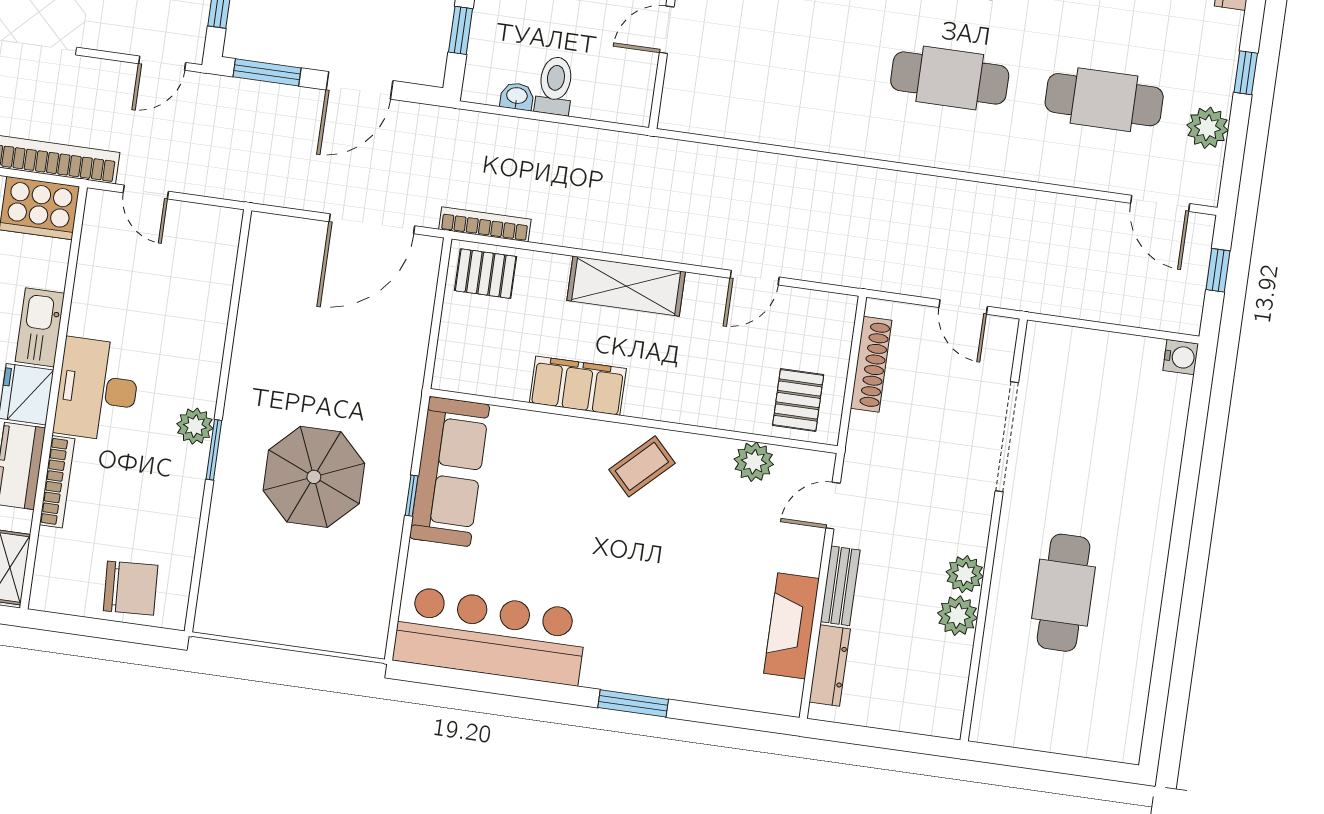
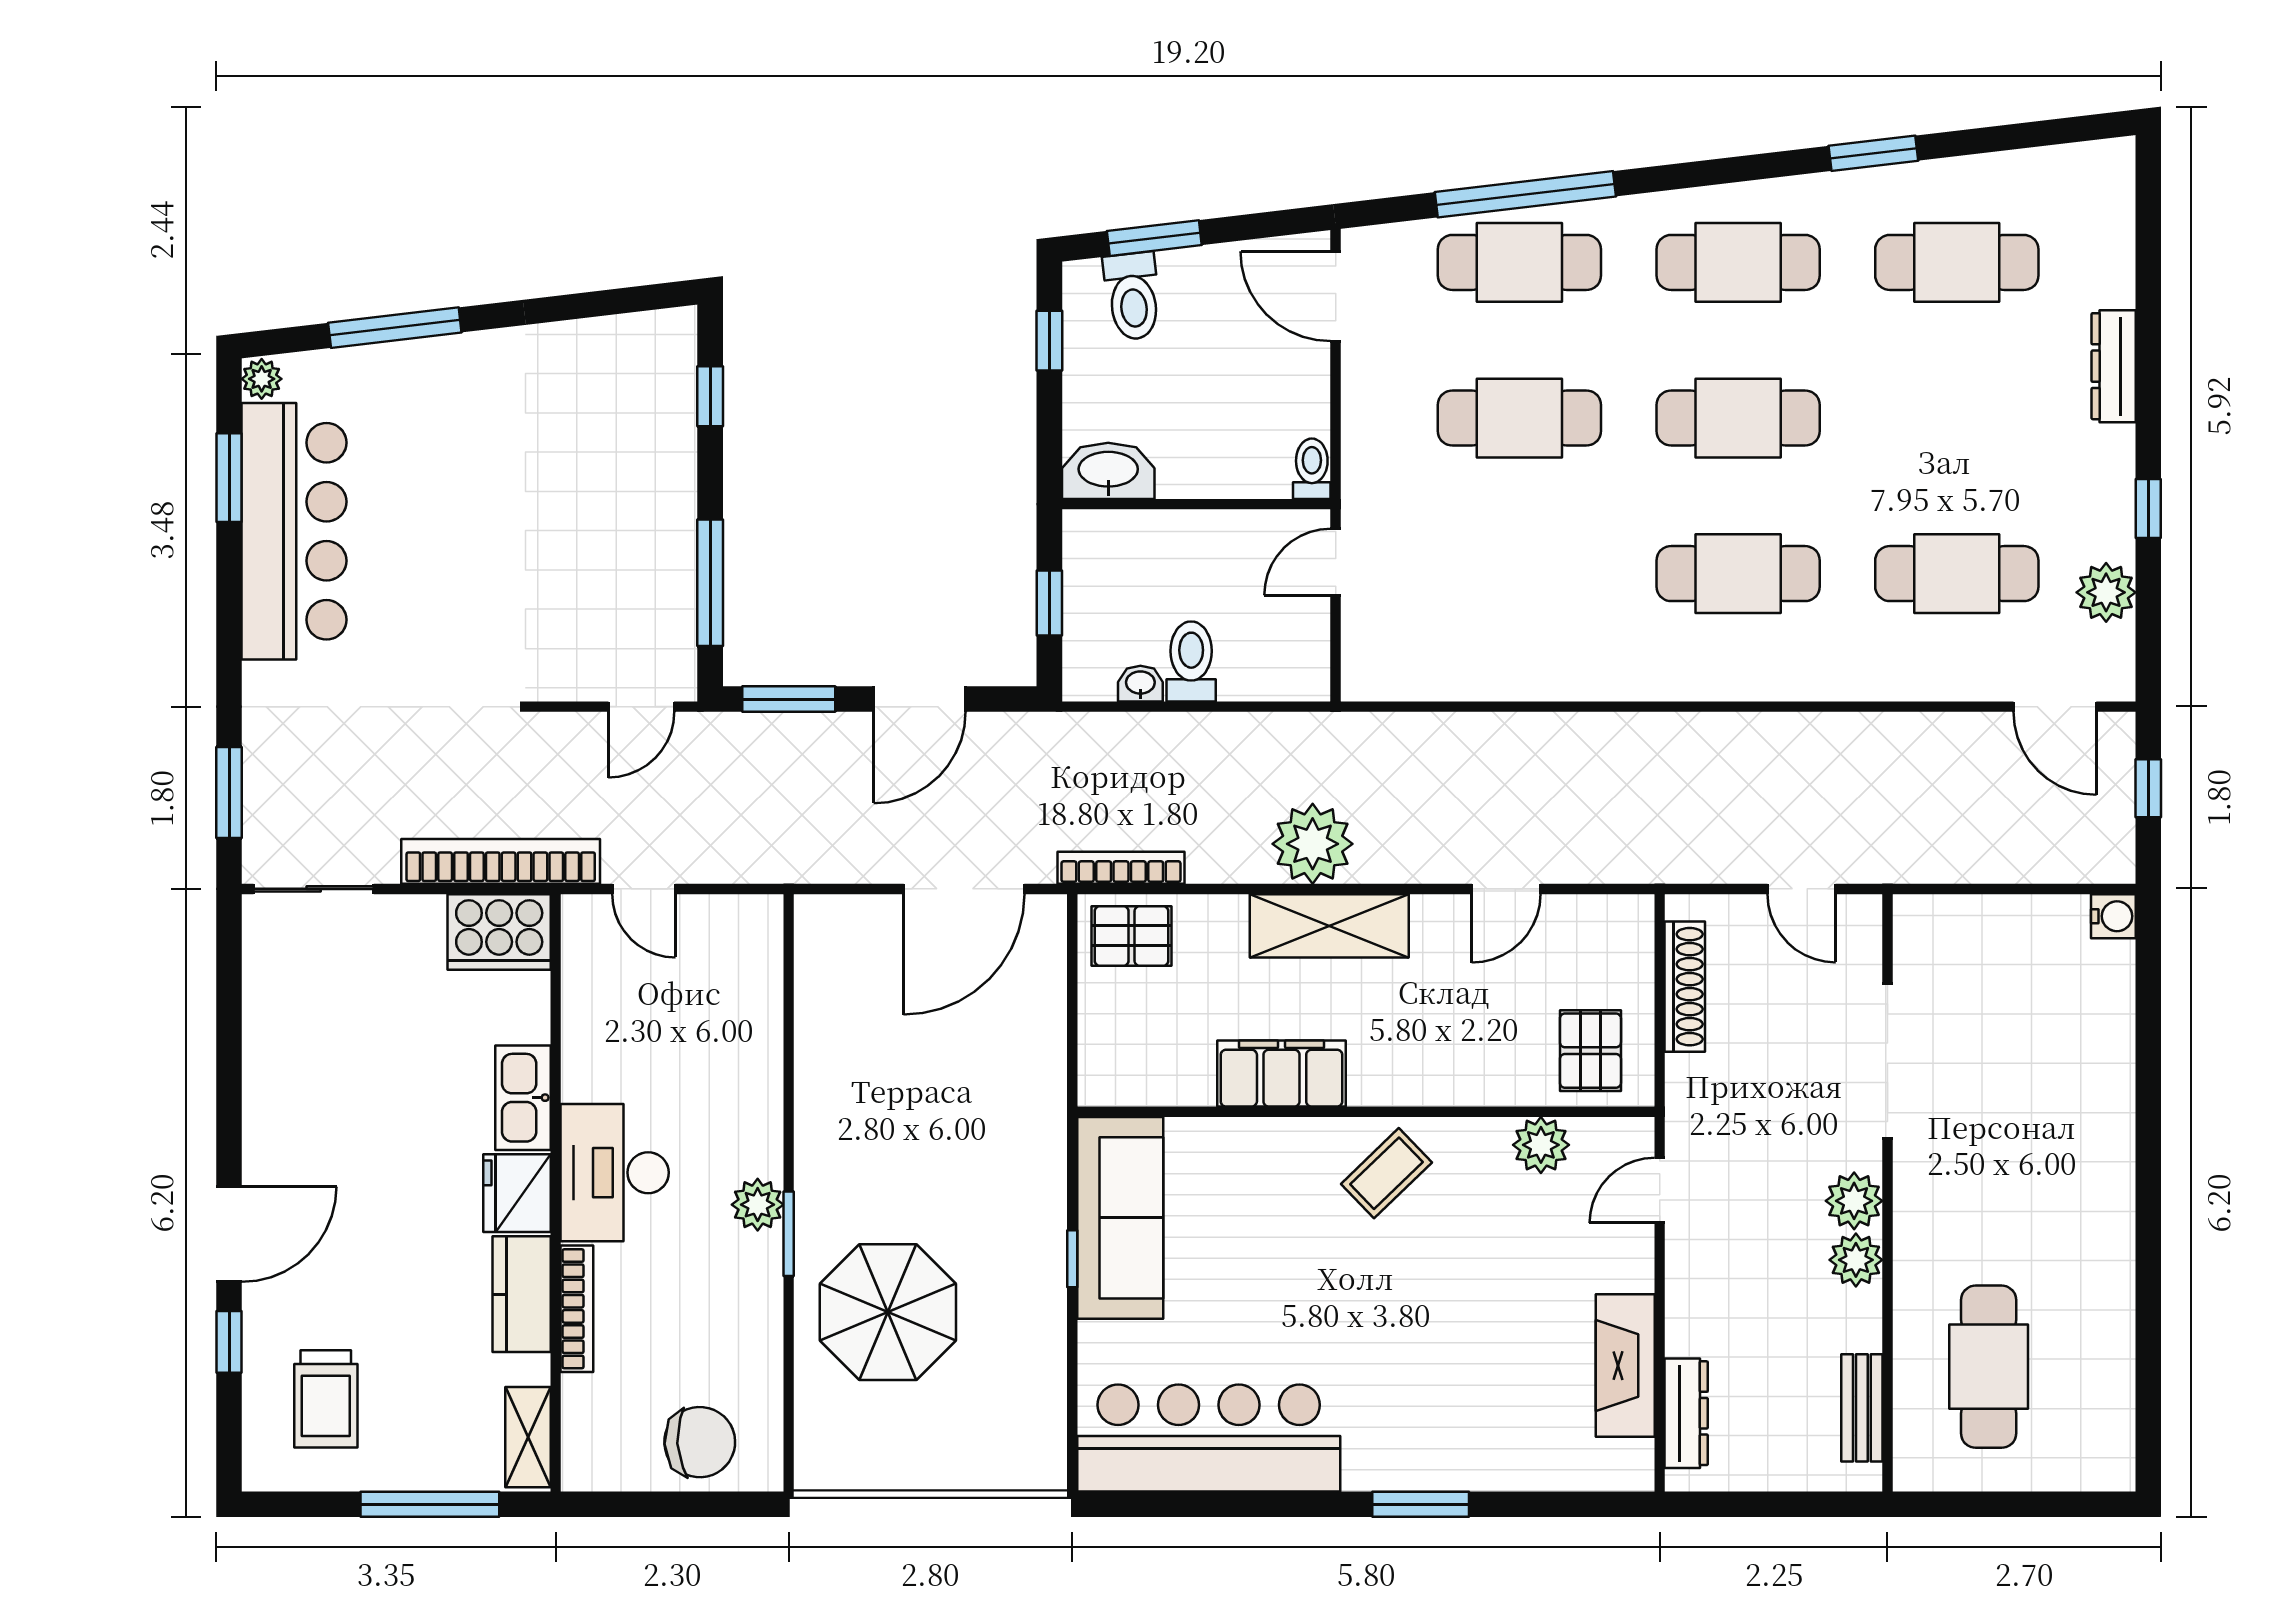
plant: (622, 226) -> (1313, 844), added
parasol: (314, 477) -> (888, 1312), moved
bench: (840, 586) -> (1862, 1408), moved
cafe table: (1064, 593) -> (1989, 1367), moved
plant: (958, 616) -> (1854, 1201), moved

